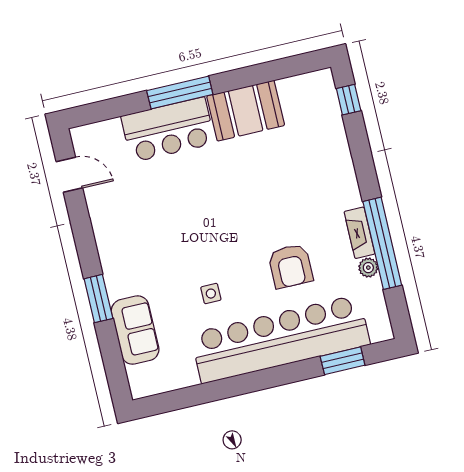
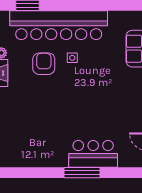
booth: (246, 111) -> (48, 154), removed
side table: (211, 294) -> (72, 58), moved

